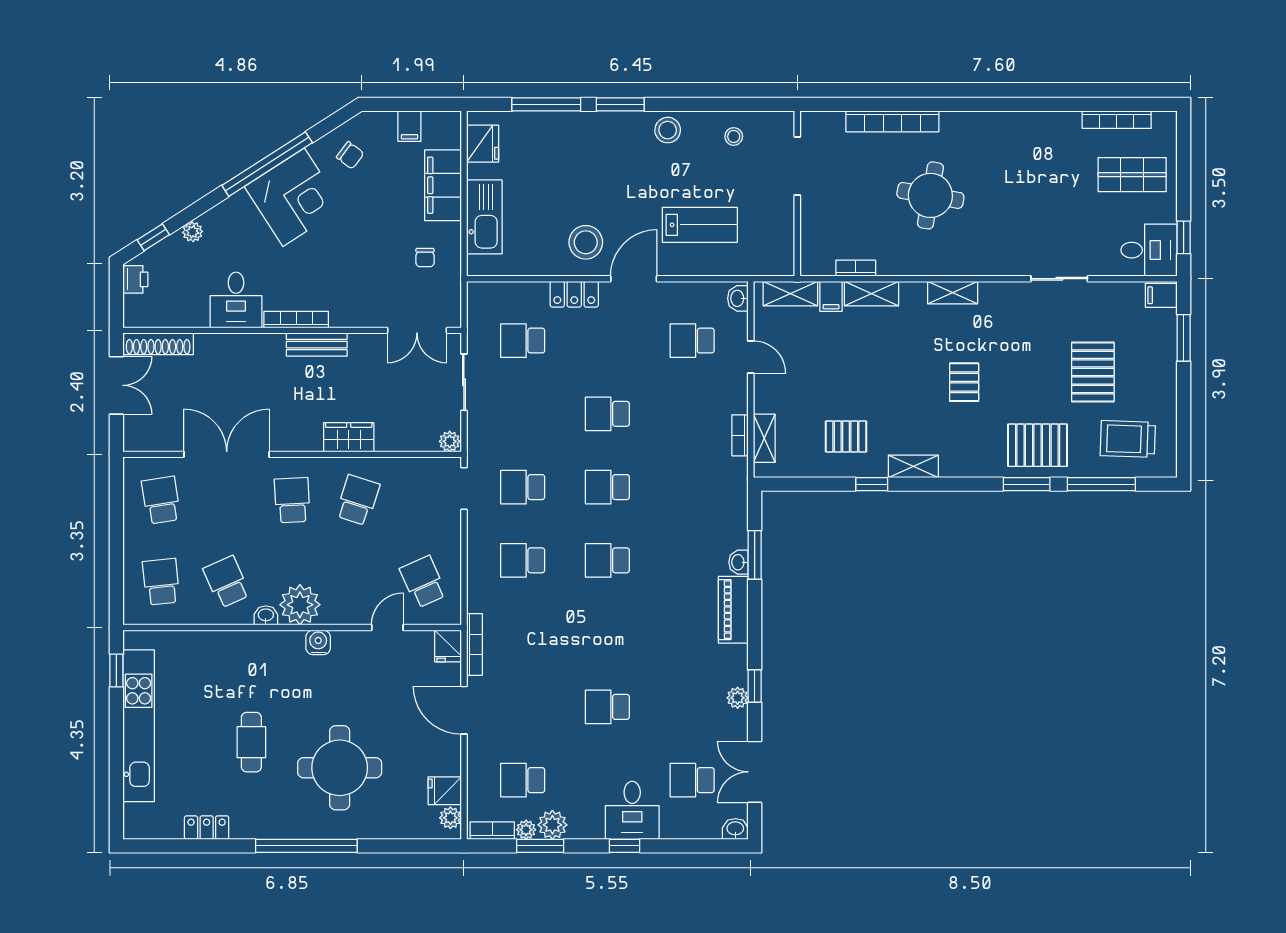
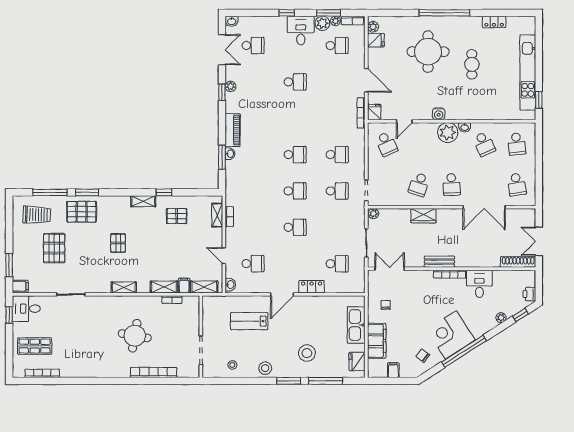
stool: (586, 242) -> (307, 353), moved
desk: (632, 810) -> (301, 30), moved

